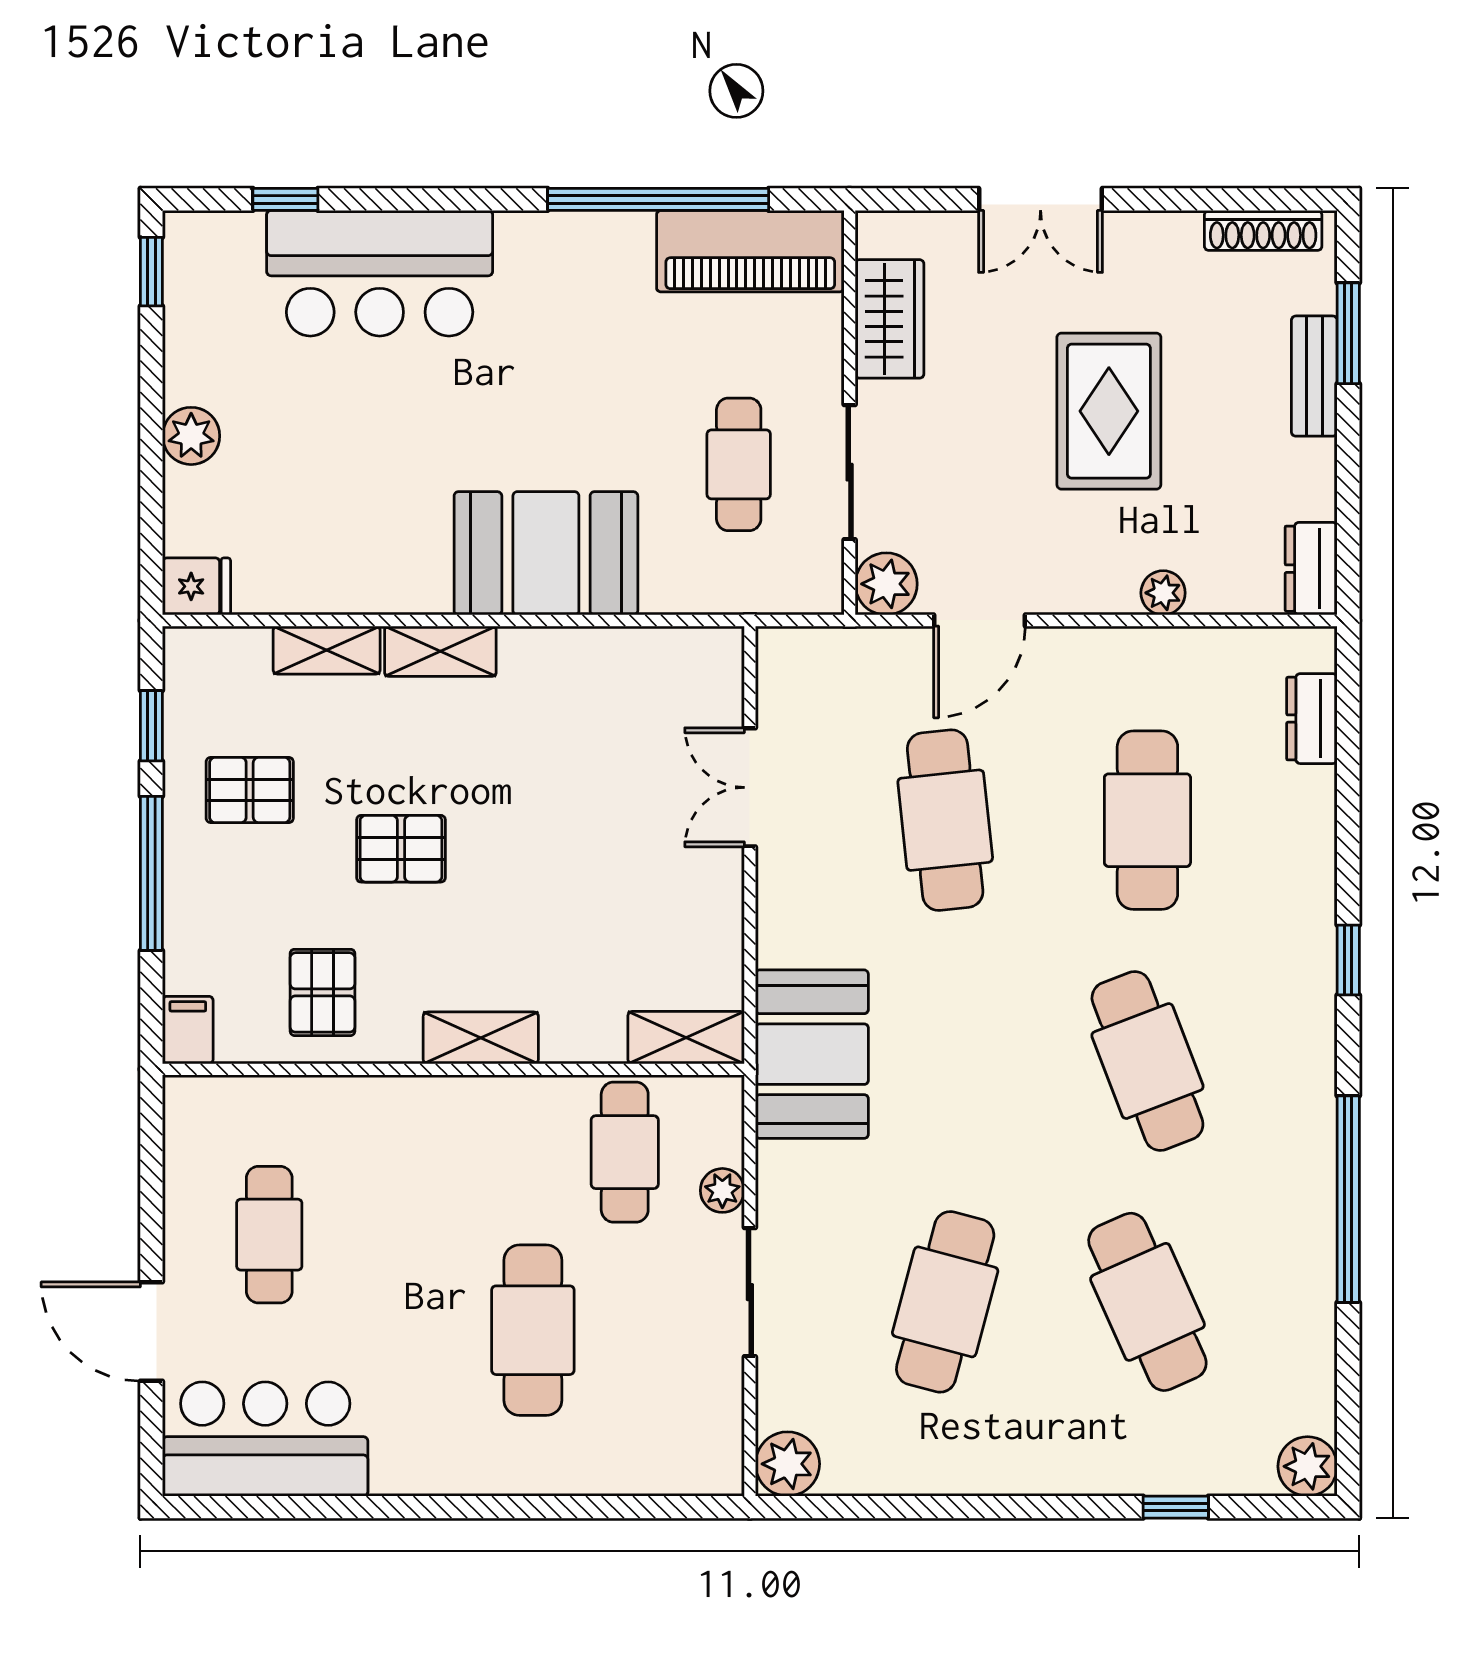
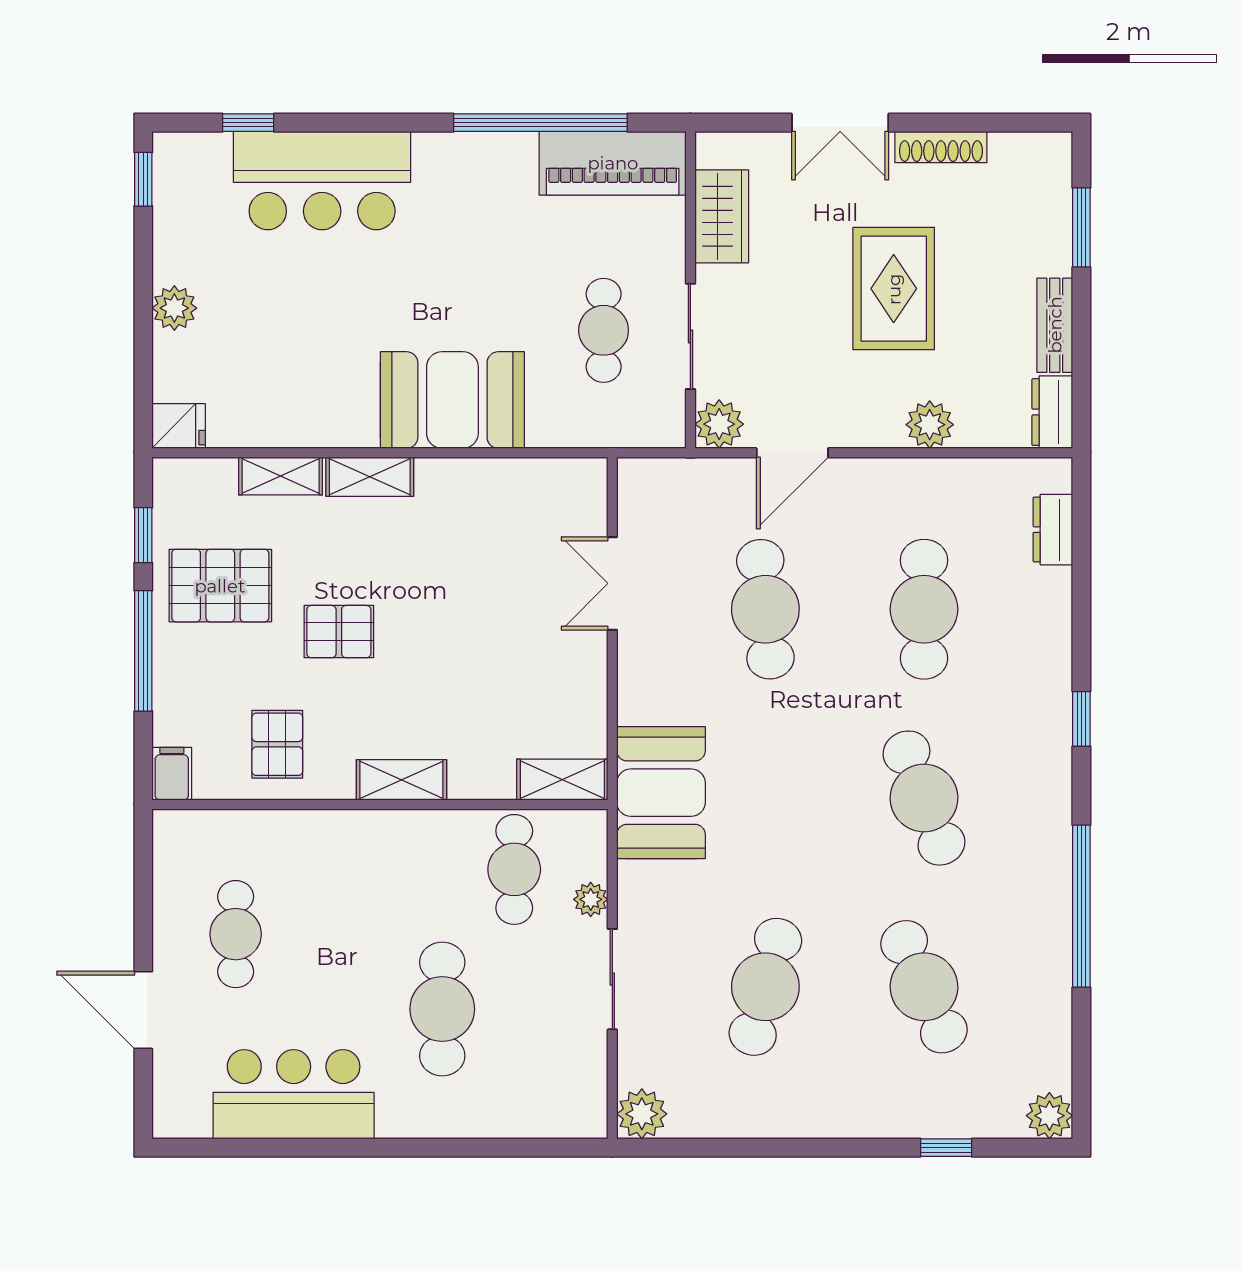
shoe rack: (1263, 230) -> (941, 147), moved
bench: (1314, 376) -> (1055, 325), moved
plant: (1163, 593) -> (930, 425), width x1.38, depth x1.38
pallet: (250, 790) -> (220, 586), width x1.50, depth x1.42
bar counter: (265, 1439) -> (294, 1094), moved

